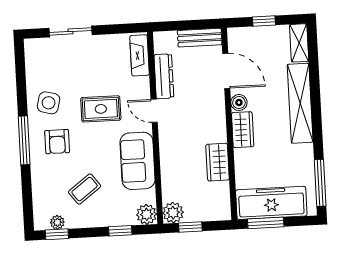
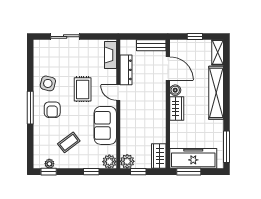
rug: (101, 109) -> (83, 89), turned 90
wardrobe: (218, 162) -> (159, 156), moved

